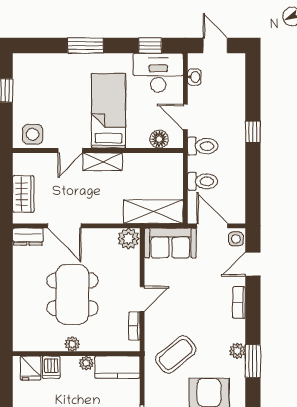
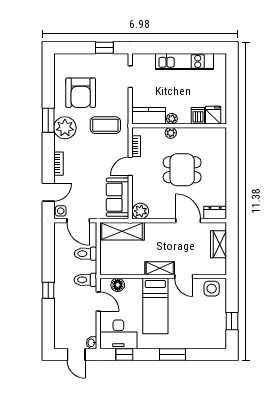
washbasin: (194, 77) -> (92, 343), moved
door: (70, 150) -> (184, 277), swing flipped
sofa: (170, 243) -> (118, 197), moved, turned -90
dining table: (72, 294) -> (182, 170), width x0.73
plant: (72, 344) -> (171, 133), moved
plant: (237, 351) -> (65, 128), width x1.87, depth x1.87
coffee table: (176, 354) -> (105, 125), turned 39

